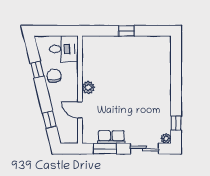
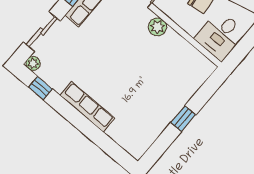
row of seats: (164, 89) -> (87, 107), added

